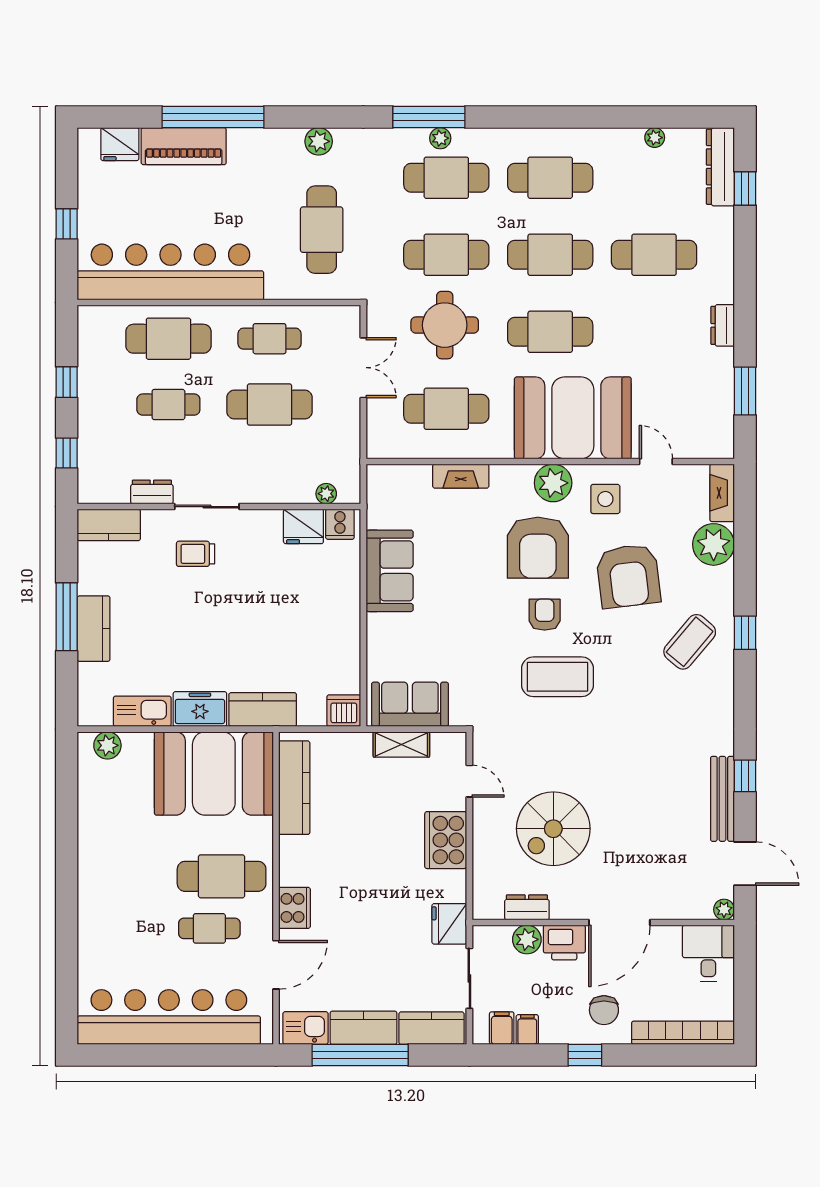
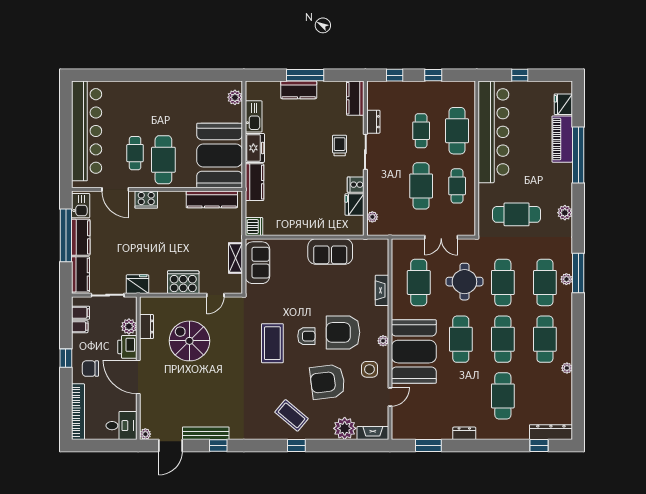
plant: (655, 138) -> (567, 368), moved
plant: (553, 483) -> (383, 341), width x0.53, depth x0.53
cooker: (340, 524) -> (356, 185), moved

